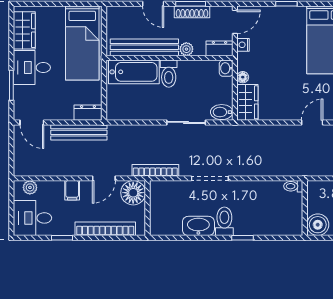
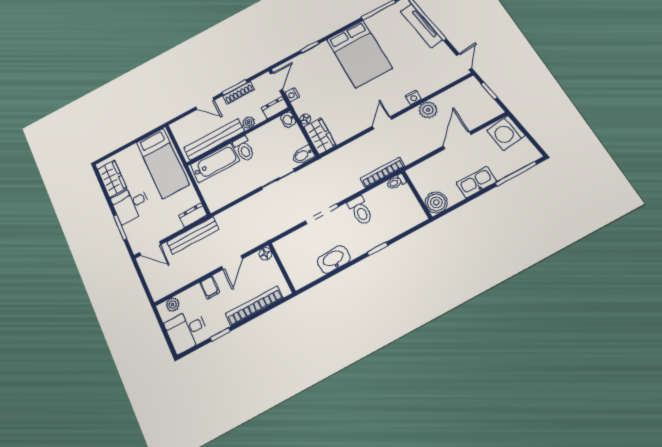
bookcase: (155, 170) -> (382, 172), moved
floor lamp: (133, 193) -> (265, 254), width x0.53, depth x0.53
toilet: (224, 221) -> (360, 211), moved, turned 180

